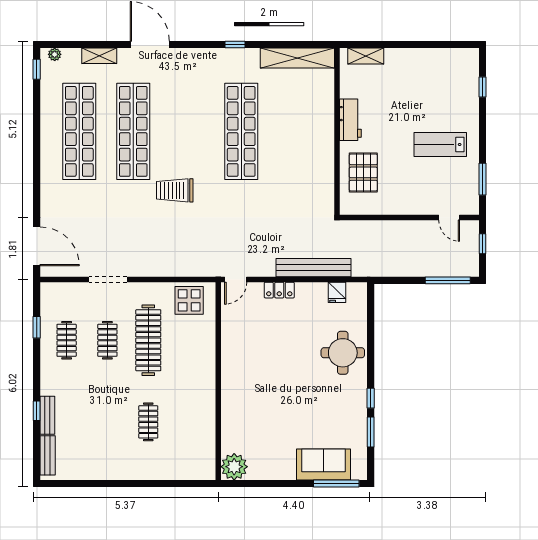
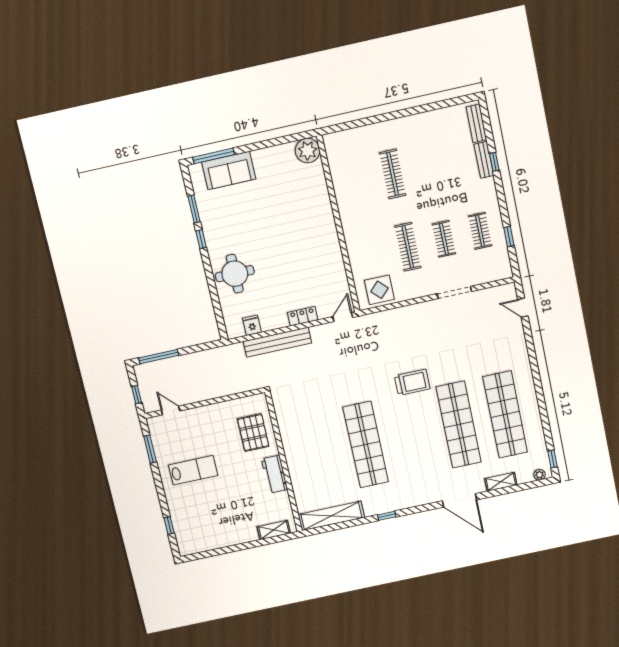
door: (37, 246) -> (523, 308), width x0.53
clothes rail: (148, 340) -> (408, 247), width x0.73, depth x0.76
clothes rail: (148, 422) -> (393, 174), width x1.36

